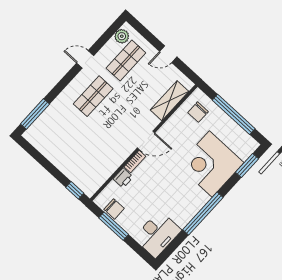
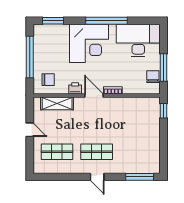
plant: (122, 36) -> (45, 168), removed
door: (85, 59) -> (97, 177), moved
corner desk: (211, 164) -> (89, 43), moved
printer: (123, 178) -> (75, 88), moved
desk: (157, 234) -> (138, 40), width x1.36, depth x1.30

